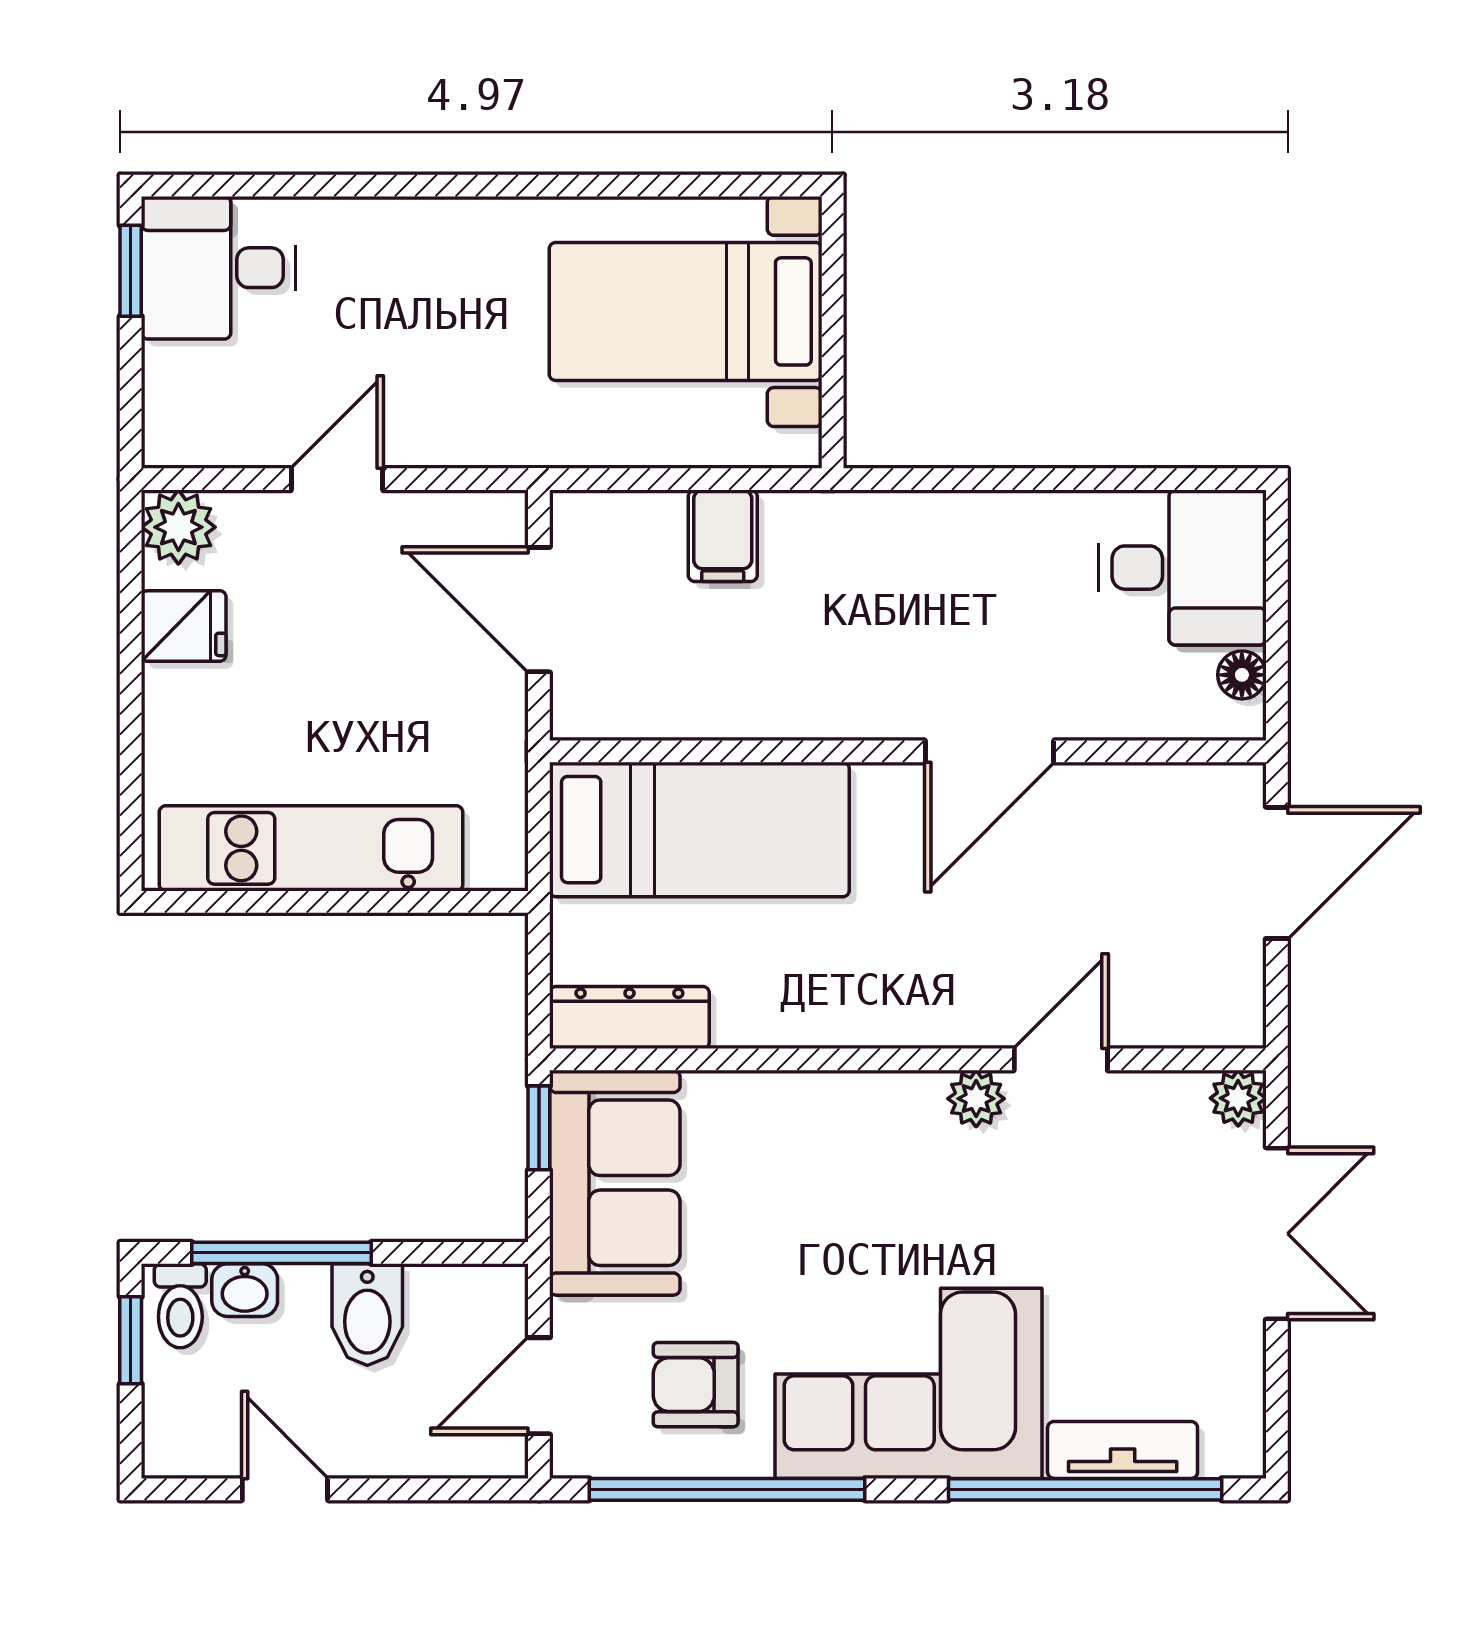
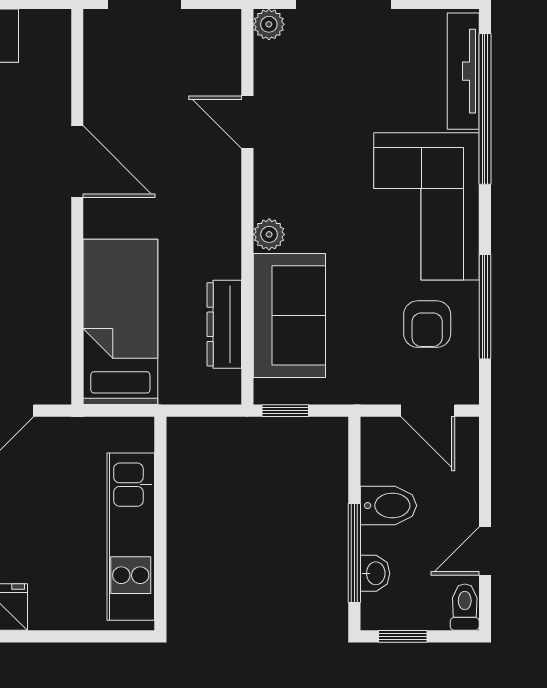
floor lamp: (1242, 675) -> (35, 22), removed
dresser: (629, 1018) -> (224, 324), moved
plant: (976, 1099) -> (269, 234), moved
sofa: (615, 1183) -> (289, 315), moved, turned 90
toilet: (180, 1306) -> (465, 607), moved, turned -90
tv unit: (1123, 1450) -> (463, 71), width x1.41
window: (727, 1489) -> (485, 307), width x0.68

